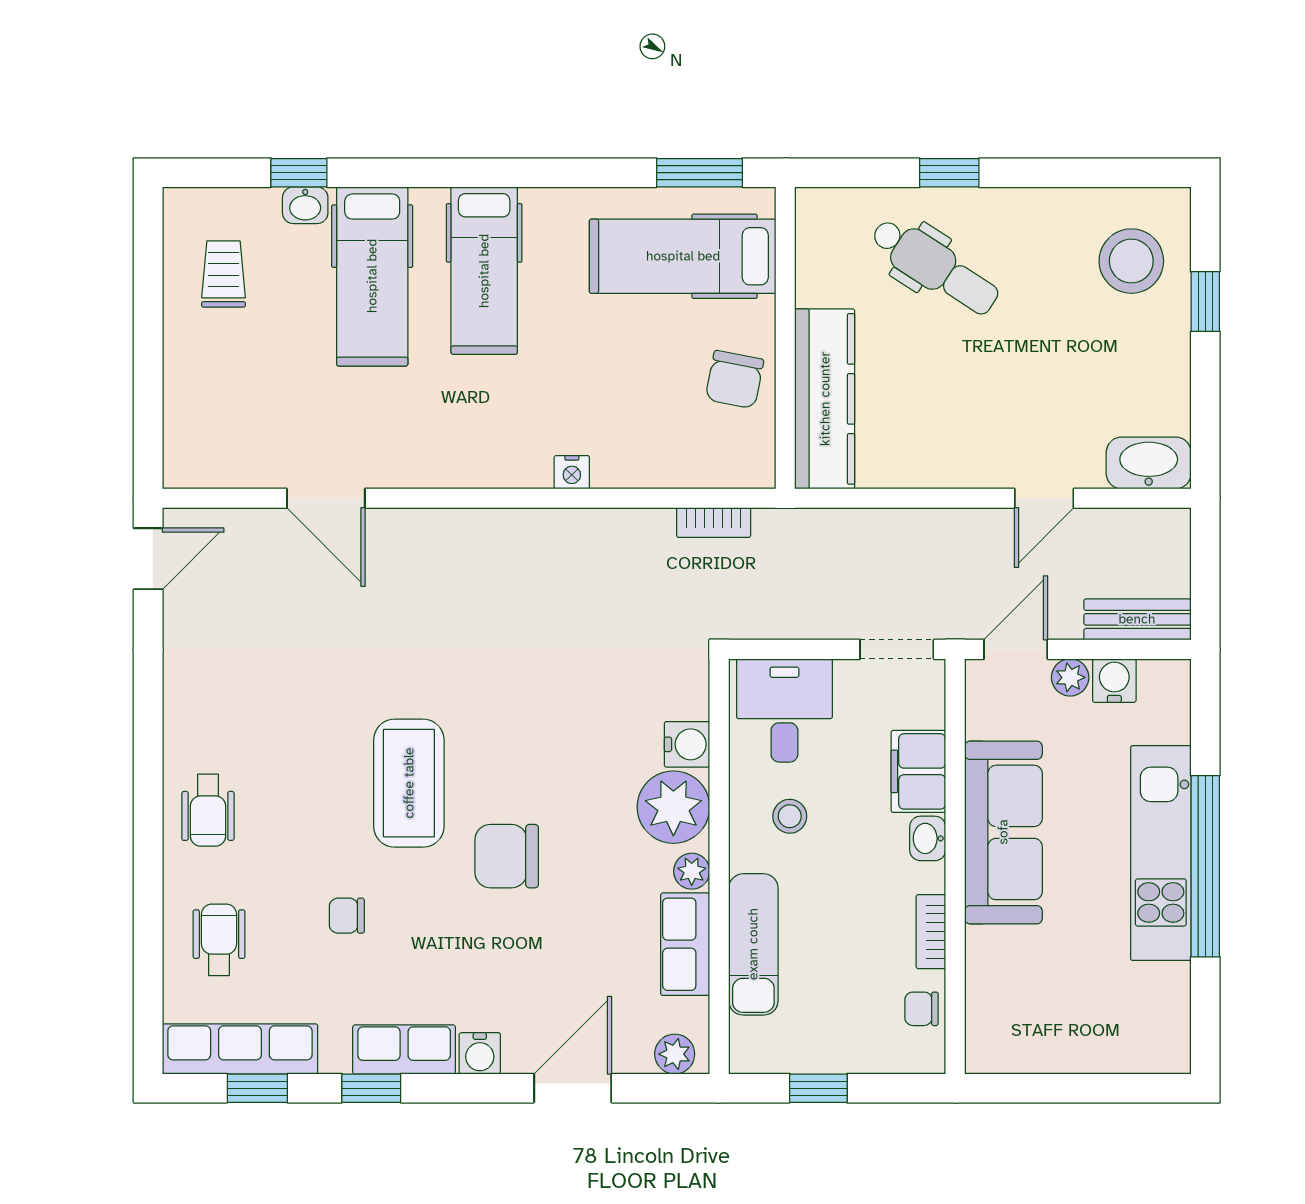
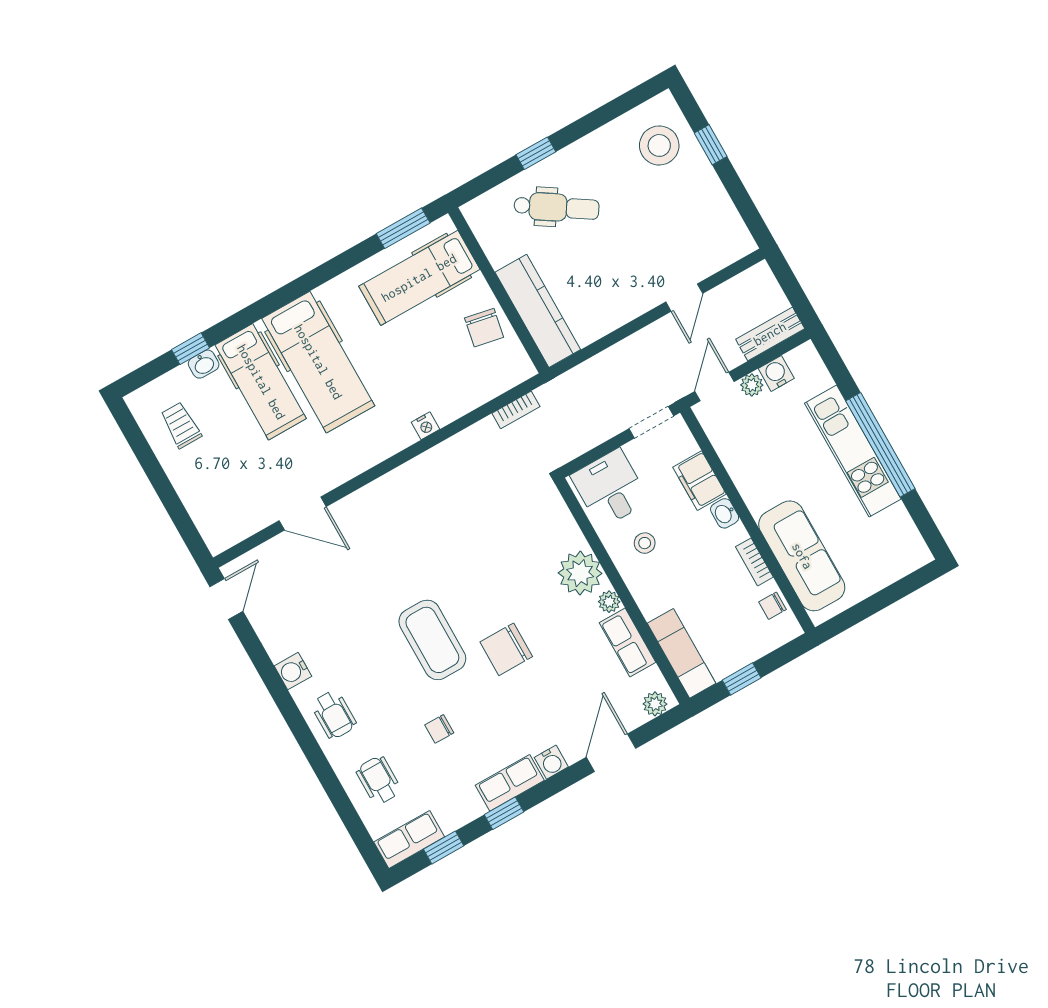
hospital bed: (484, 271) -> (318, 362), width x1.37, depth x1.29
washbasin: (1149, 463) -> (729, 247), removed
water cooler: (687, 744) -> (293, 671), moved, turned 180
sofa: (1003, 832) -> (802, 556), moved
exam couch: (753, 944) -> (682, 653), moved
row of seats: (240, 1049) -> (409, 839), width x0.68

